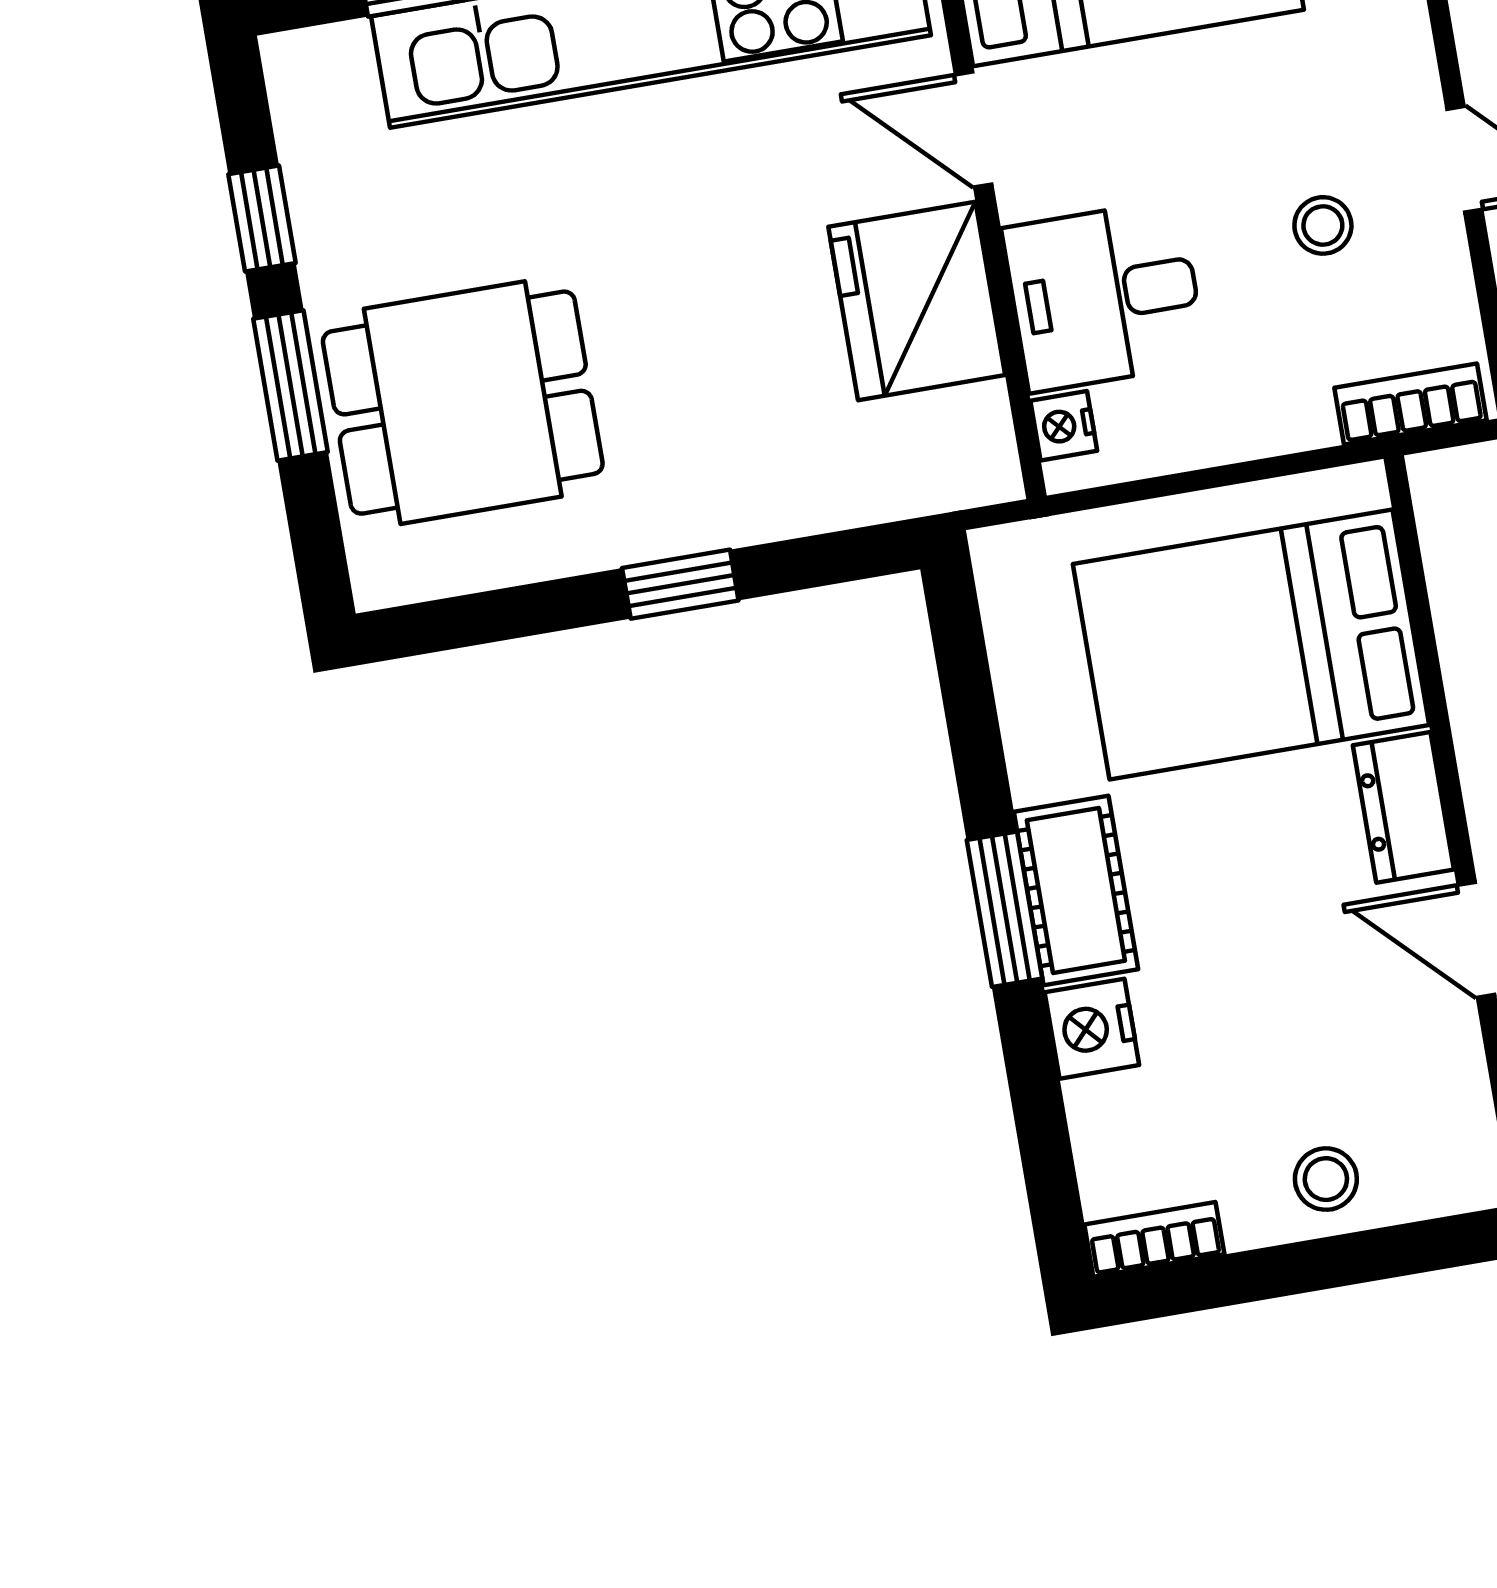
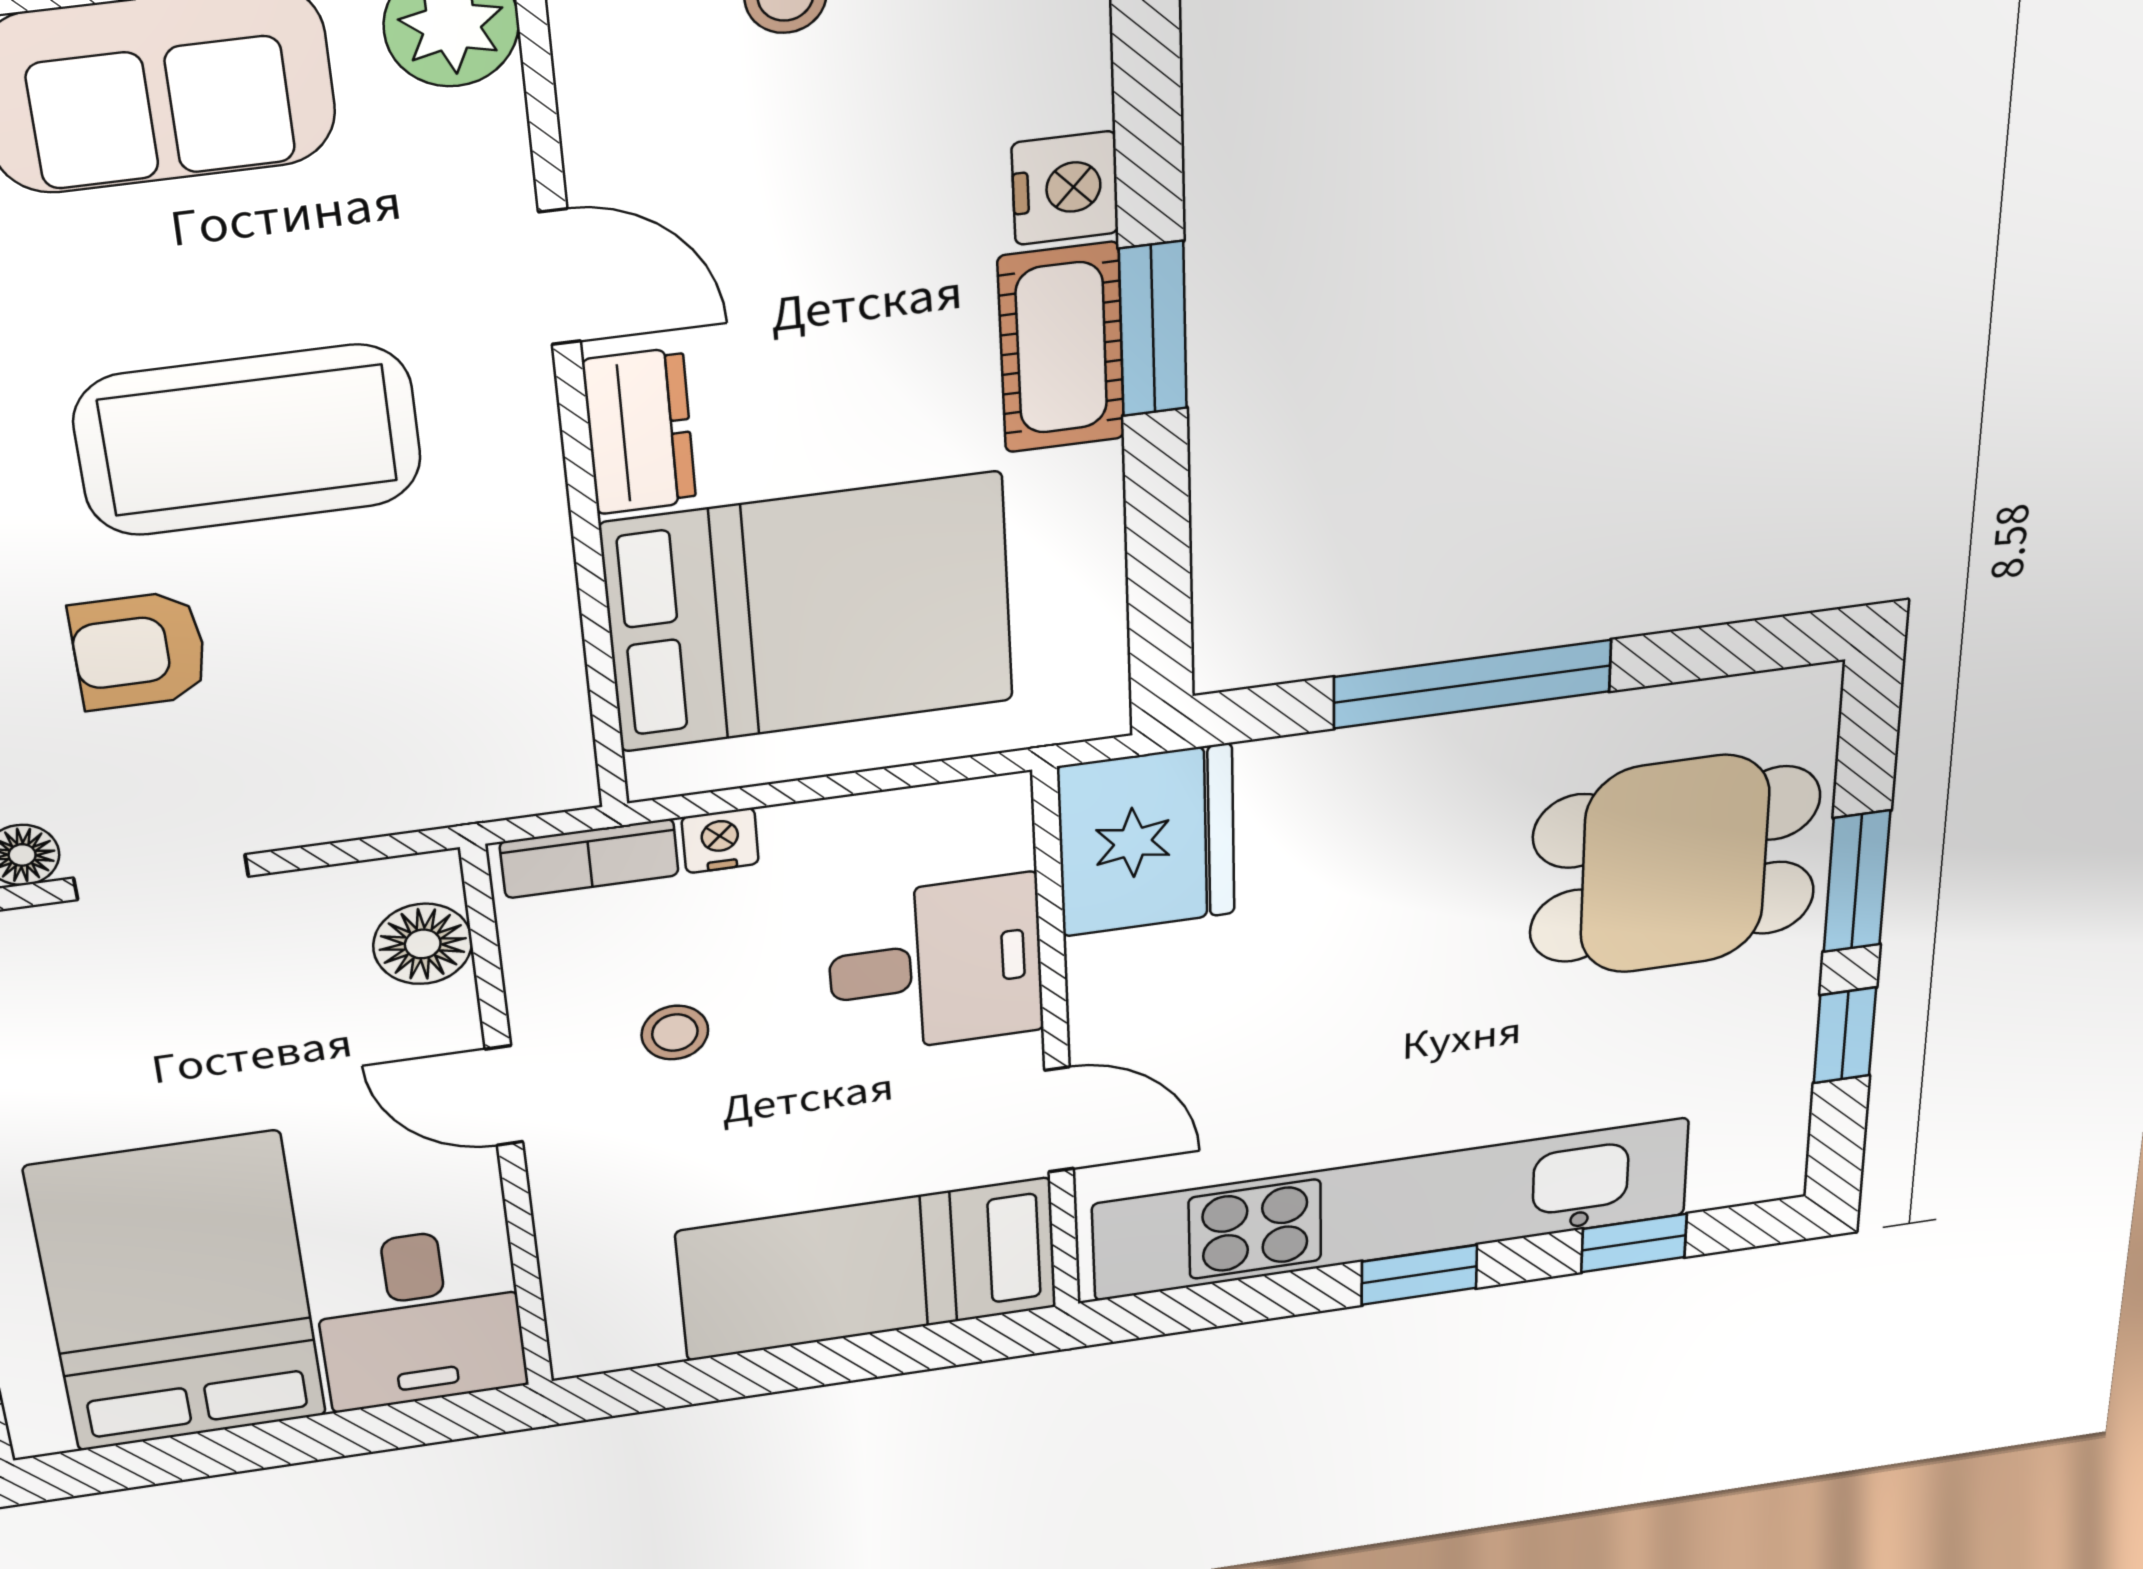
fridge: (917, 301) -> (1147, 841), moved
nightstand: (1064, 426) -> (720, 841), moved, turned -90
window: (680, 584) -> (1472, 684), width x2.17

